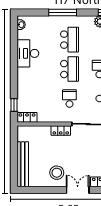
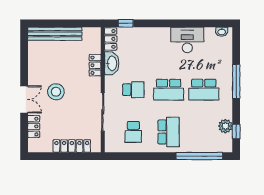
washbasin: (47, 117) -> (112, 63), added
locker: (61, 130) -> (95, 65), moved
stool: (57, 173) -> (56, 92), moved

